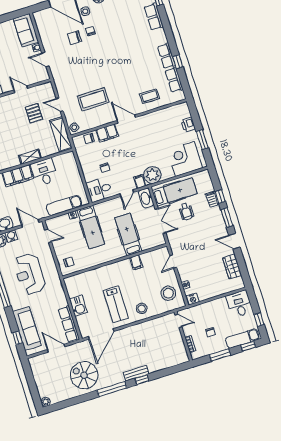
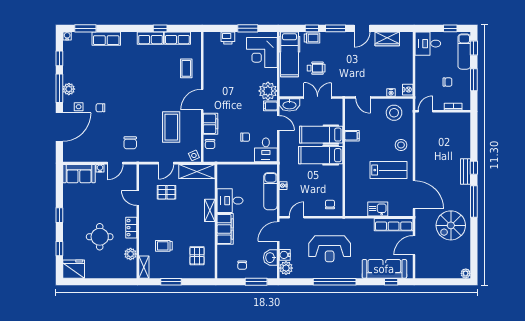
chair: (74, 38) -> (130, 143), moved
door: (21, 89) -> (138, 198), hinge flipped
hospital bed: (175, 192) -> (290, 54), moved, turned 180
hospital bed: (91, 227) -> (321, 155), moved, turned 180

